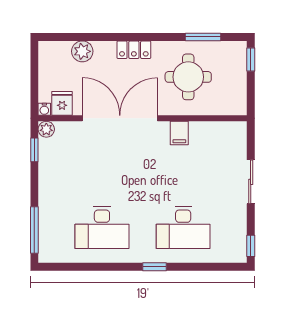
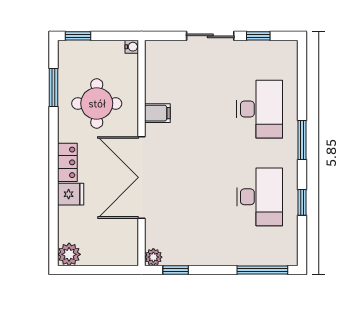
plant: (82, 51) -> (69, 254), moved
fridge: (62, 103) -> (71, 194), moved, turned 180
water cooler: (44, 109) -> (132, 47), moved
window: (251, 246) -> (258, 36), moved
window: (97, 267) -> (302, 202), added
window: (155, 267) -> (302, 140), width x1.50

